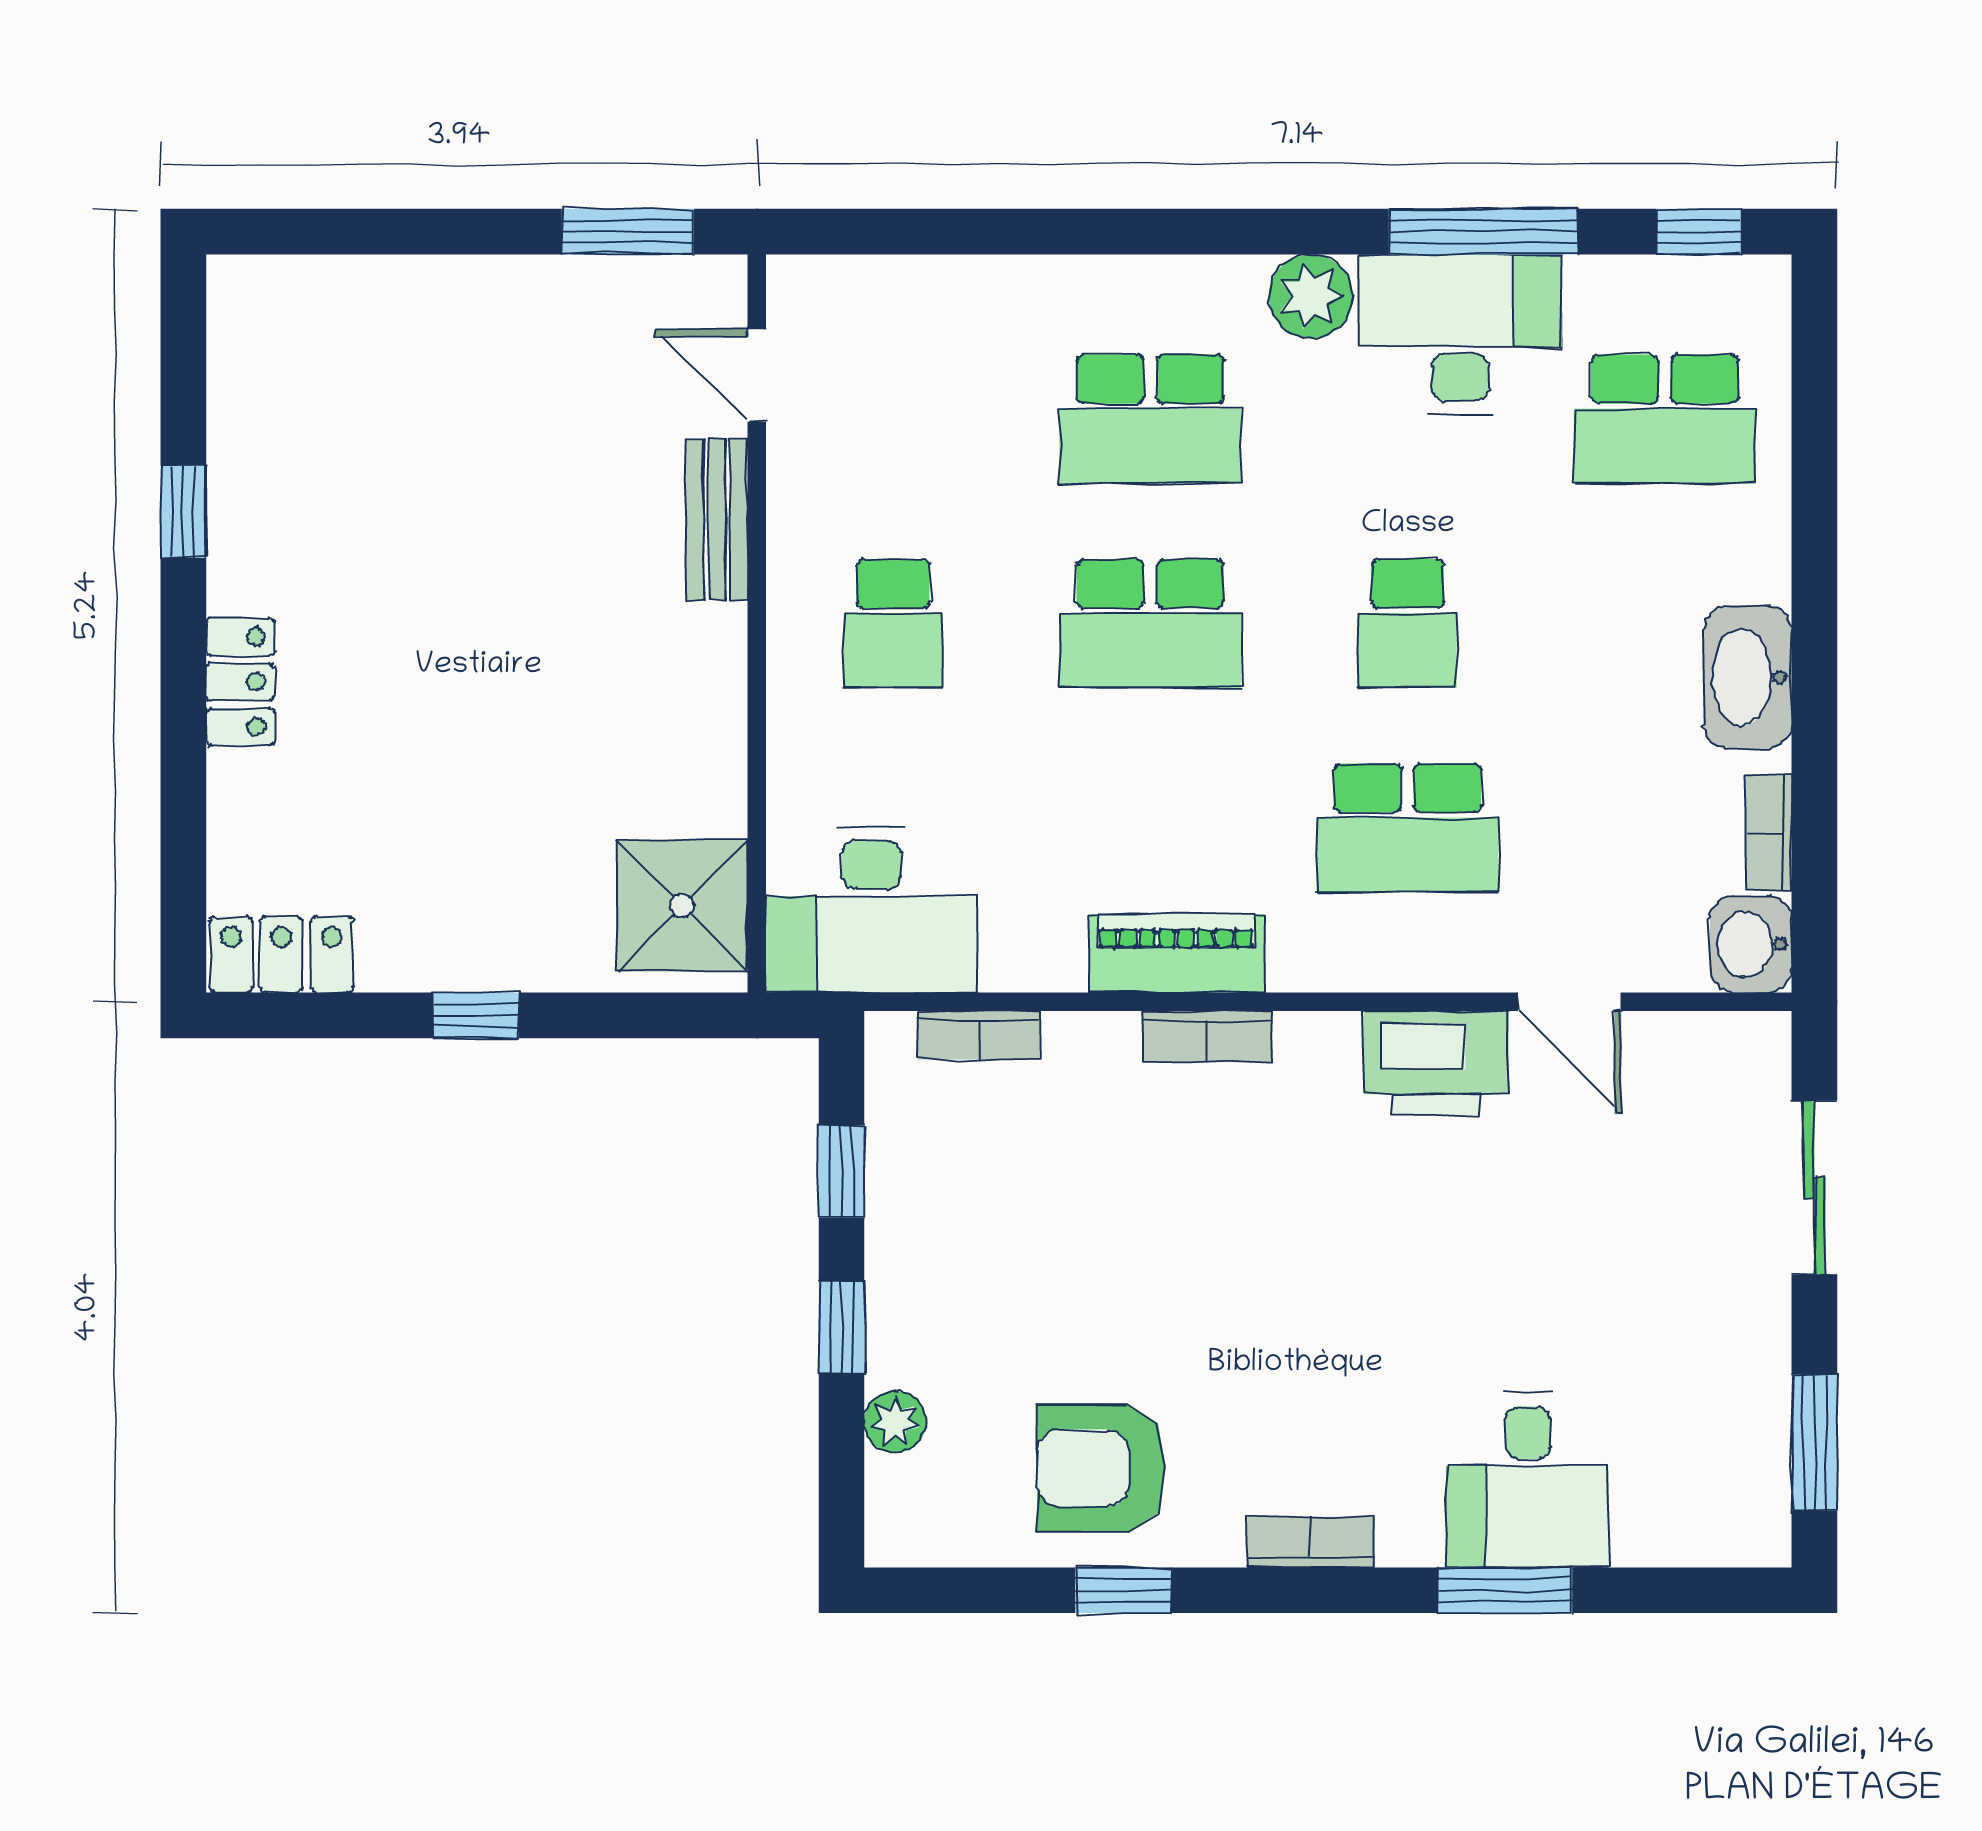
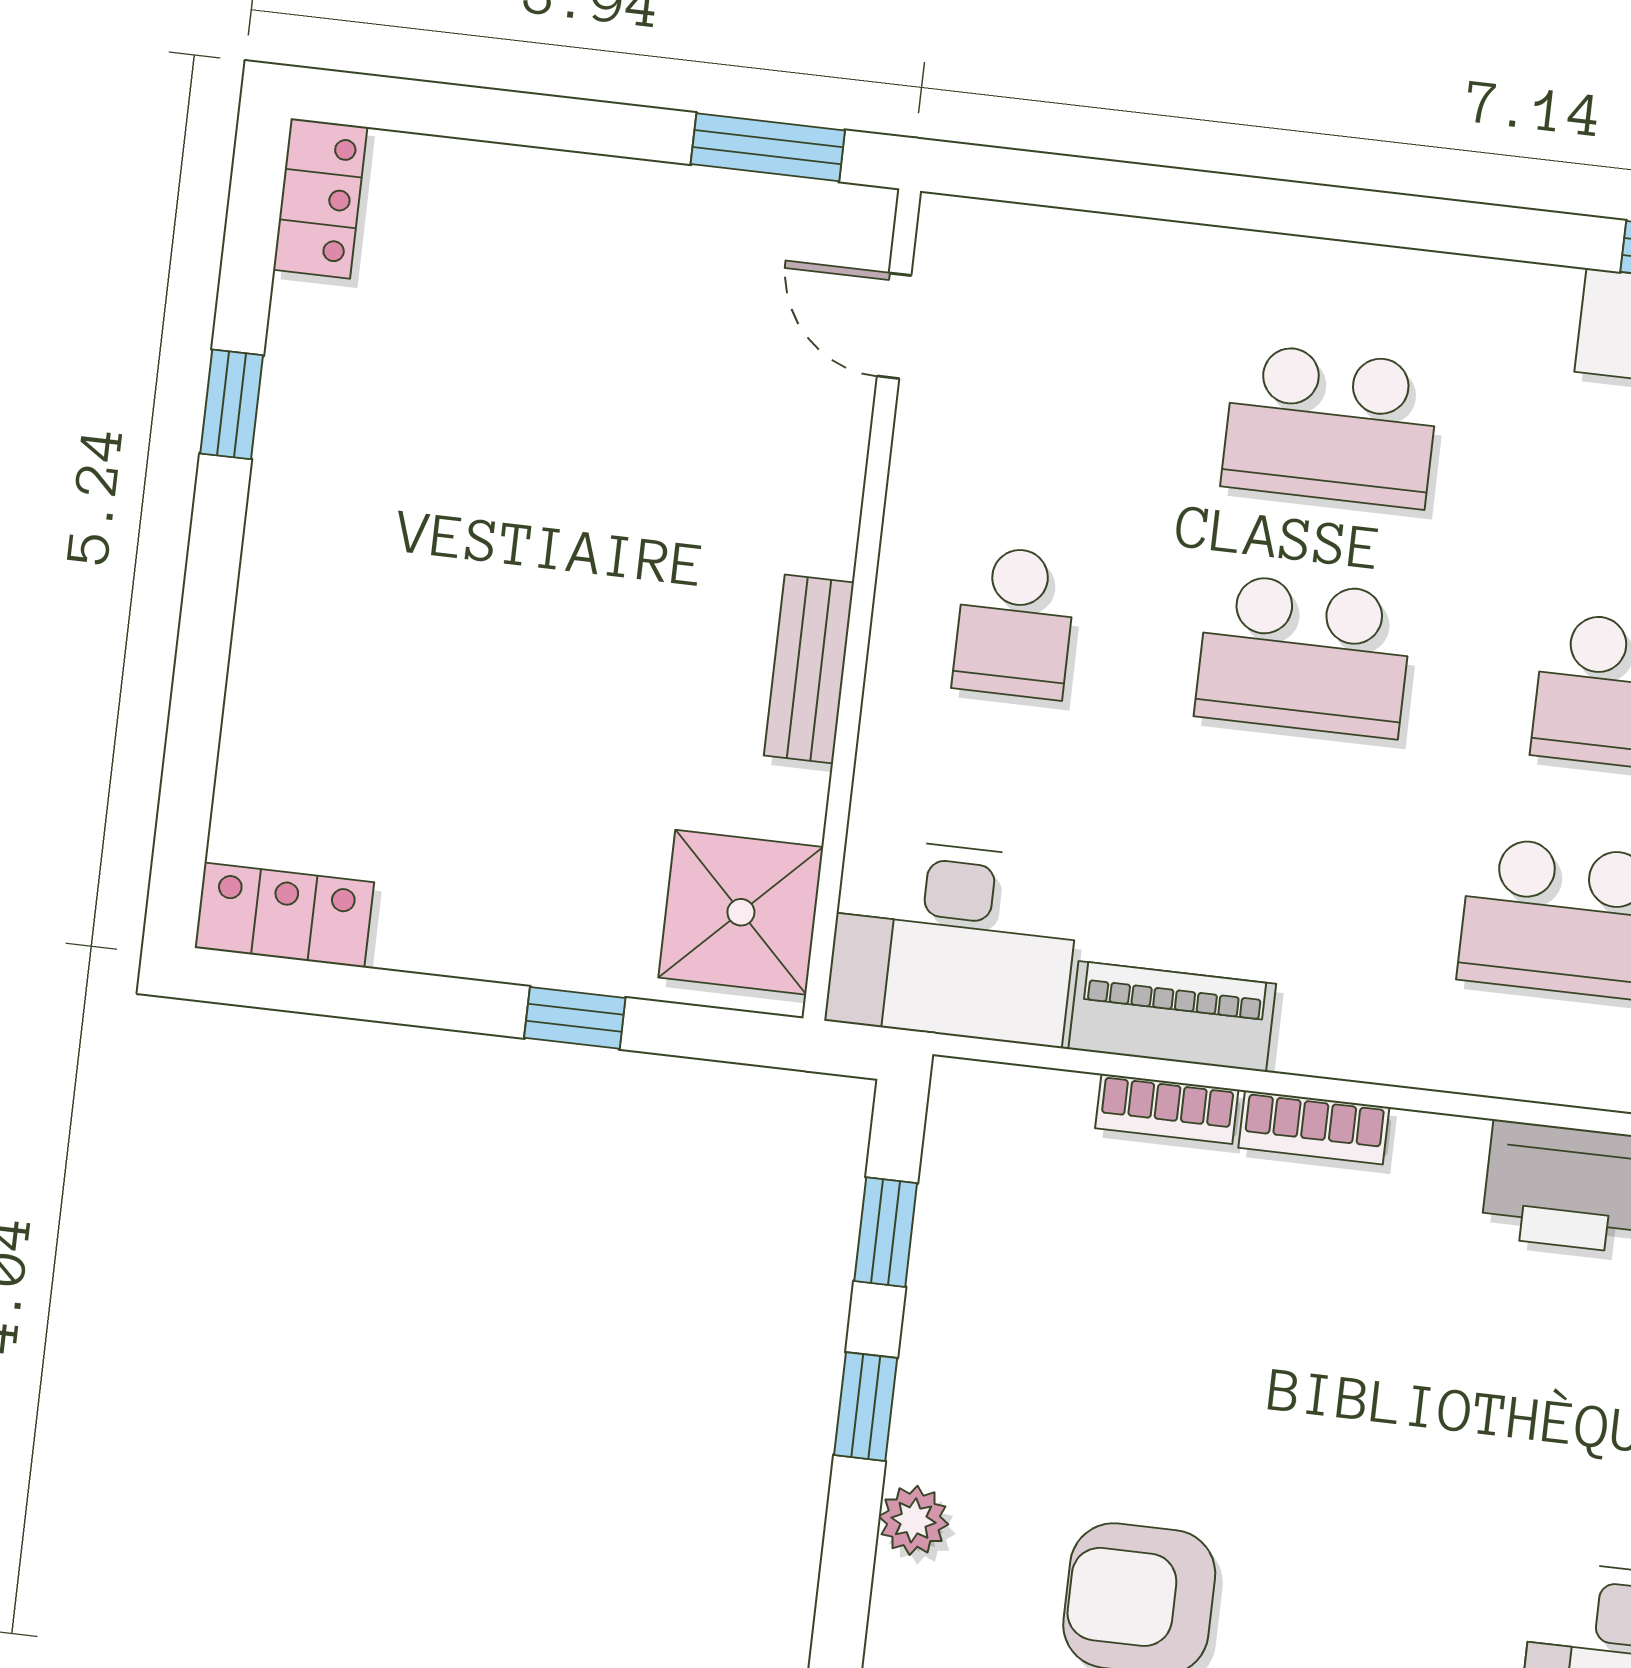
plant: (1311, 296) -> (1527, 309), removed
bench: (717, 519) -> (809, 669), moved
locker: (240, 682) -> (320, 198), moved
piano: (1176, 953) -> (1172, 1016), moved
window: (476, 1015) -> (575, 1018), moved
bookcase: (979, 1035) -> (1167, 1109), moved

